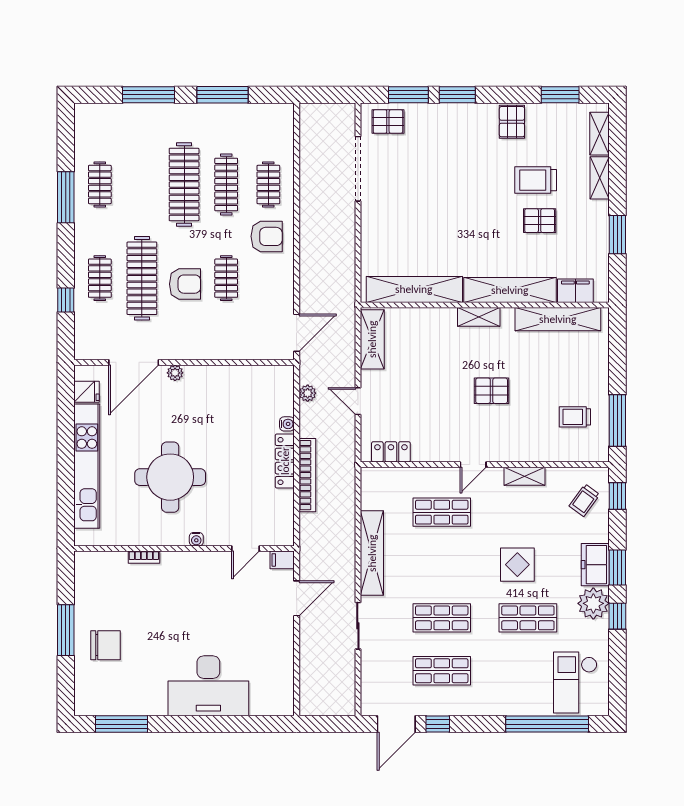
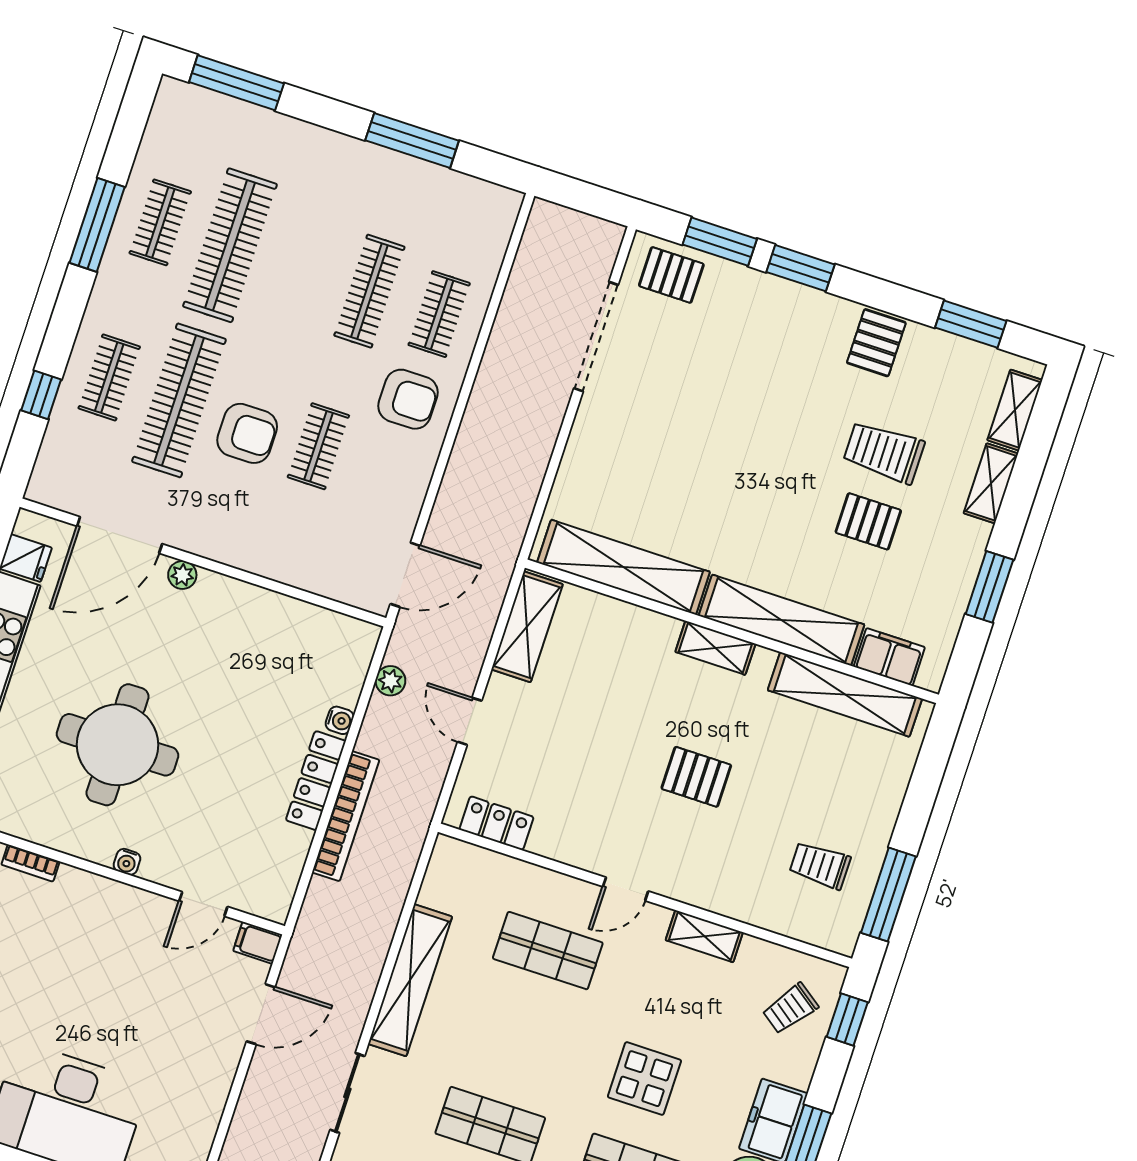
window: (149, 95) -> (236, 83), moved
clothes rail: (184, 184) -> (230, 245), moved

